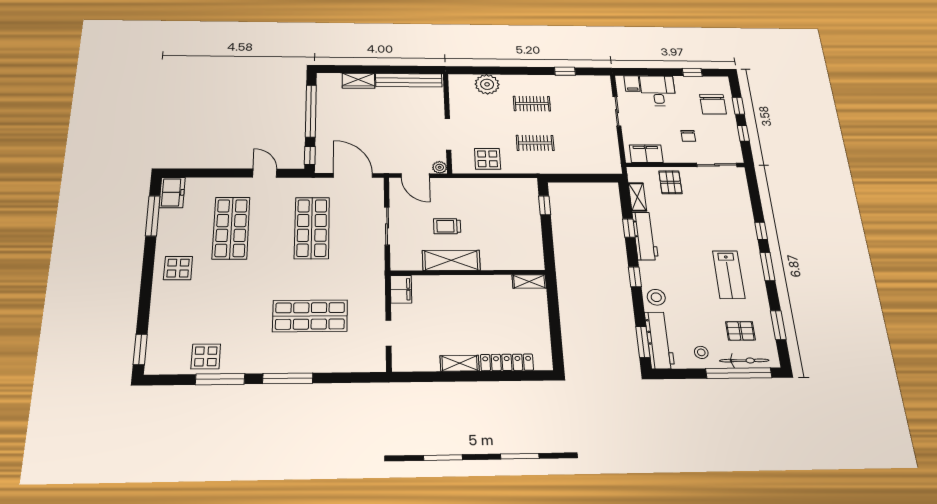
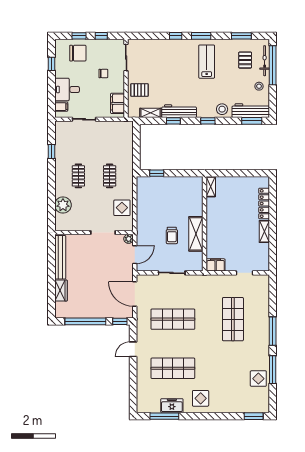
door: (353, 175) -> (135, 294), hinge flipped
freezer: (172, 192) -> (172, 406), moved
lab bench: (729, 275) -> (207, 62), turned -90

